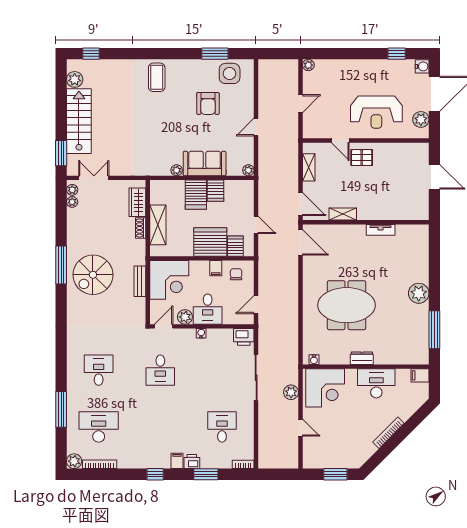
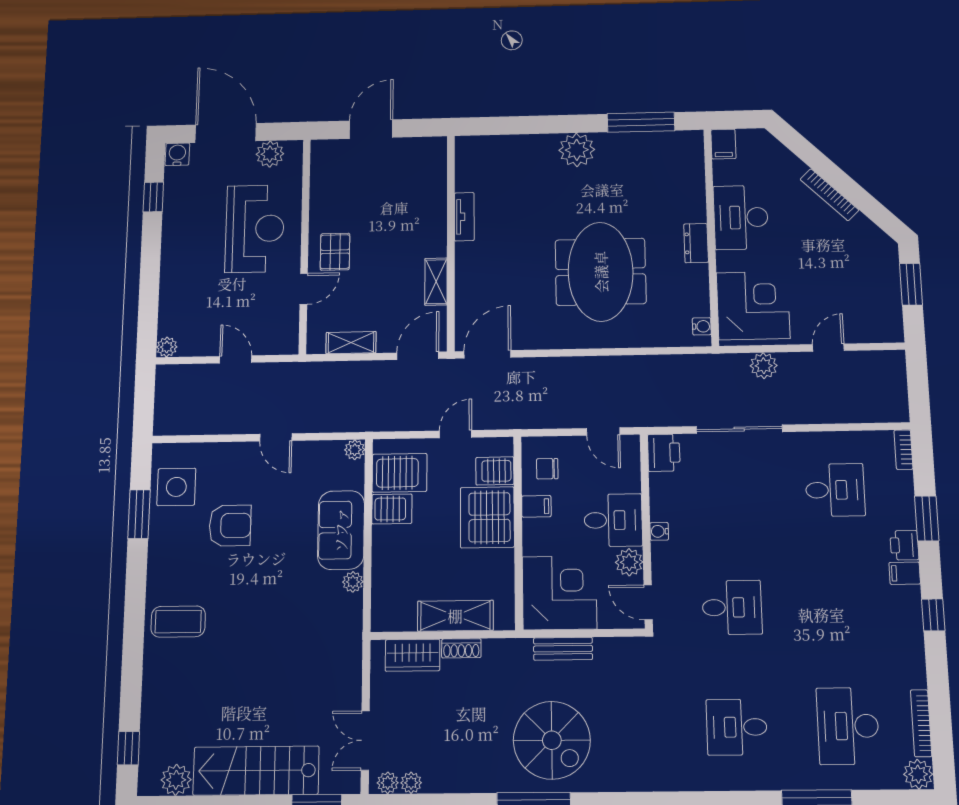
server rack: (196, 195) -> (400, 473), moved
desk: (222, 427) -> (835, 490), turned 180

